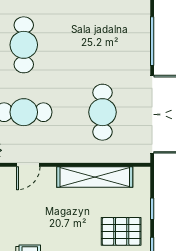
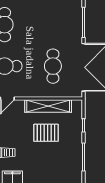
pallet: (121, 231) -> (46, 133), moved

